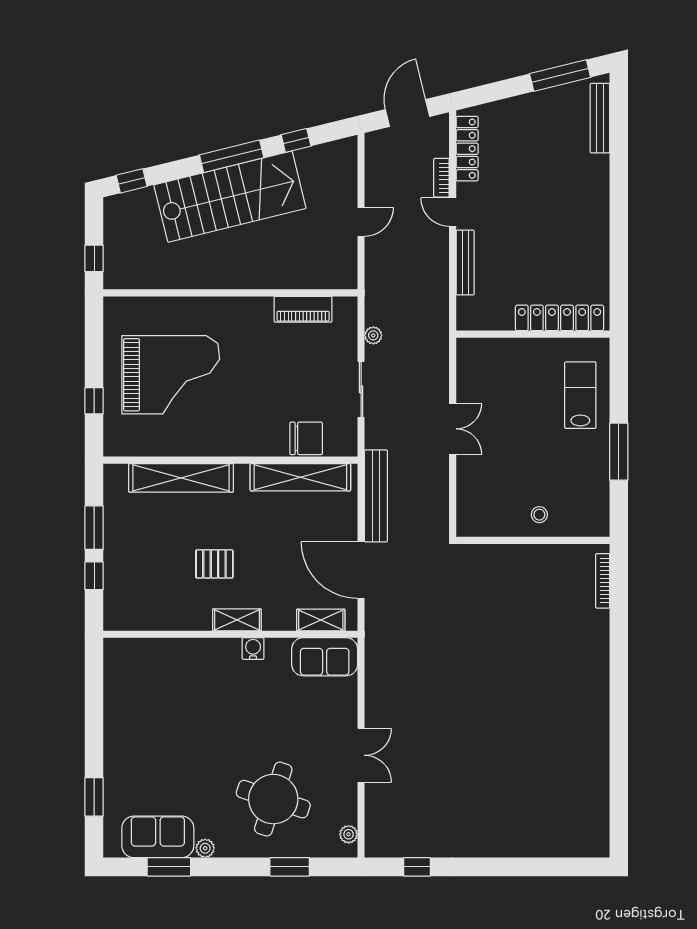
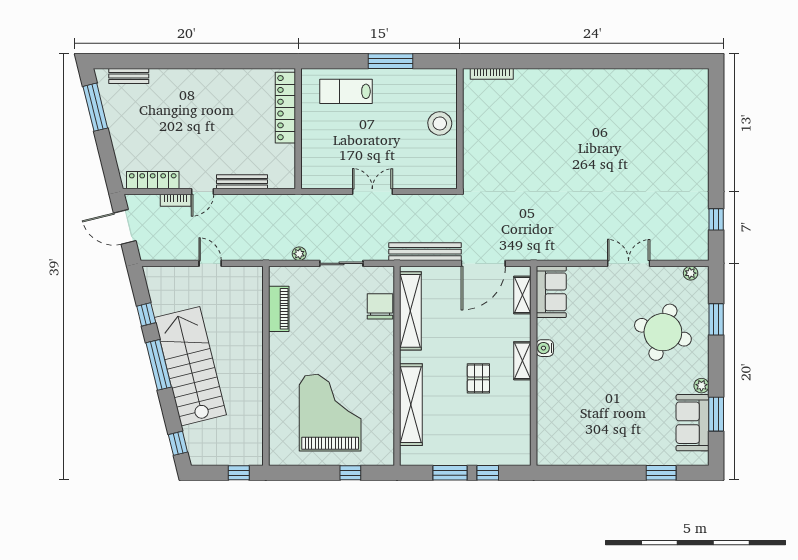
bench: (600, 118) -> (129, 76), width x0.73
stool: (539, 515) -> (440, 123), width x1.89, depth x1.89

